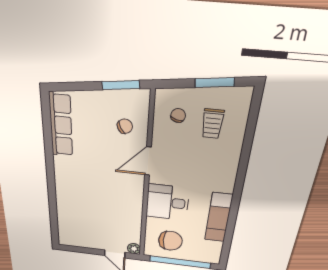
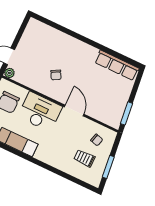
chair: (125, 126) -> (56, 75), moved
desk: (167, 202) -> (40, 112), width x1.37

